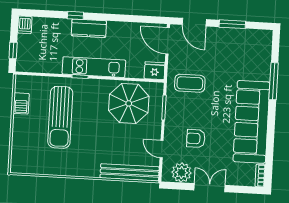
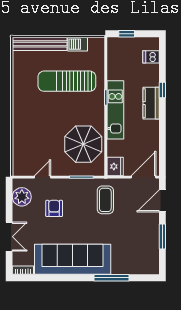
dishwasher: (25, 25) -> (151, 57), moved
bench: (130, 172) -> (40, 44), moved, turned 90
double door: (210, 188) -> (9, 237), moved

